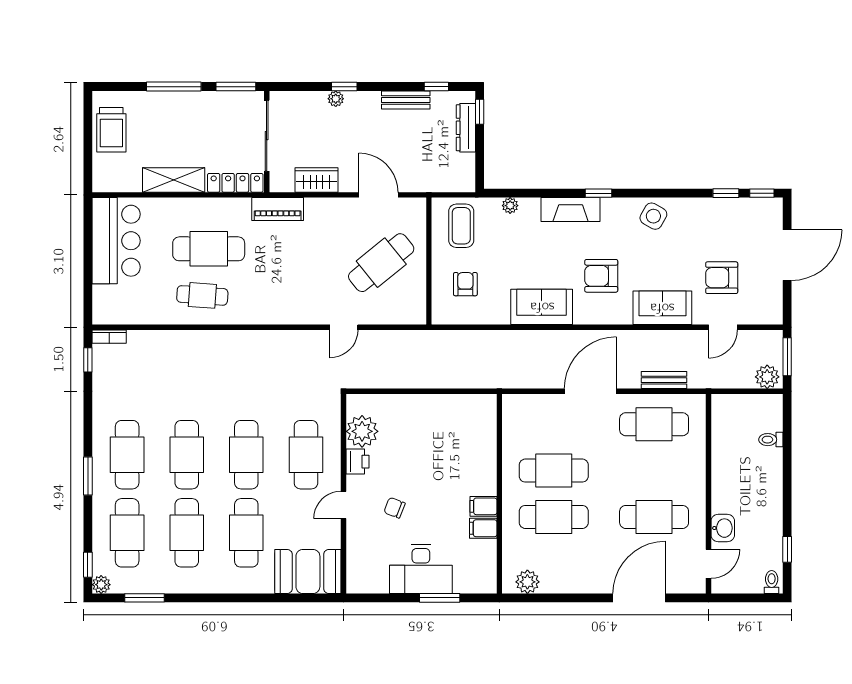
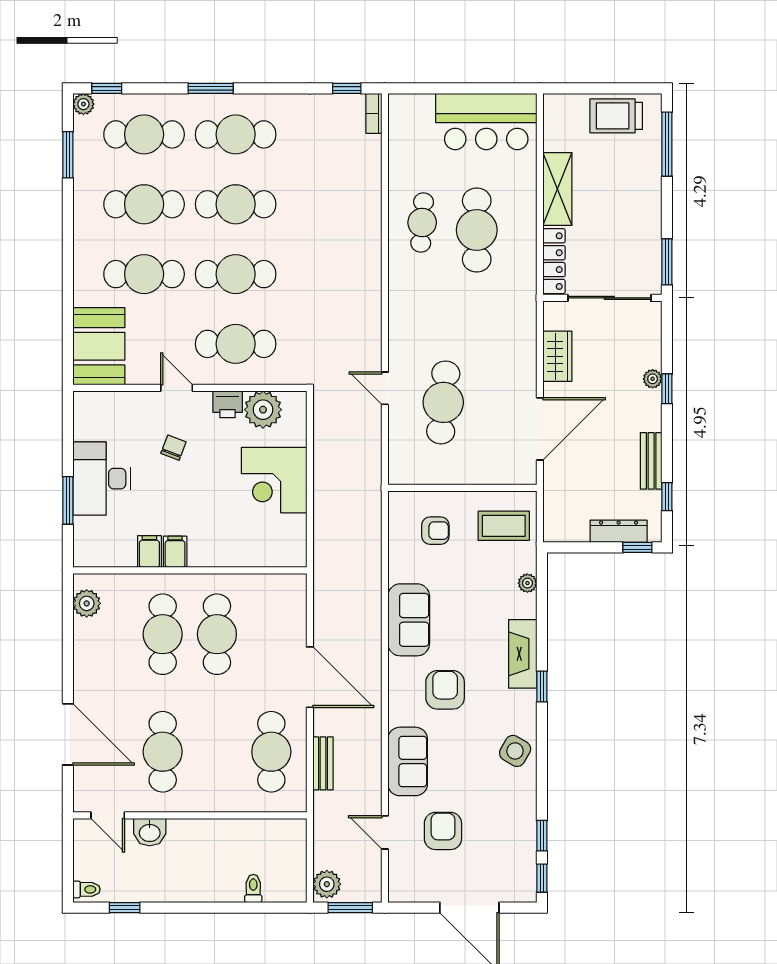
window: (174, 87) -> (667, 144), moved
door: (378, 195) -> (540, 429), width x1.36
piano: (278, 209) -> (523, 311), removed
cafe table: (381, 263) -> (443, 402), moved, turned 44
corner desk: (422, 422) -> (274, 480), added

